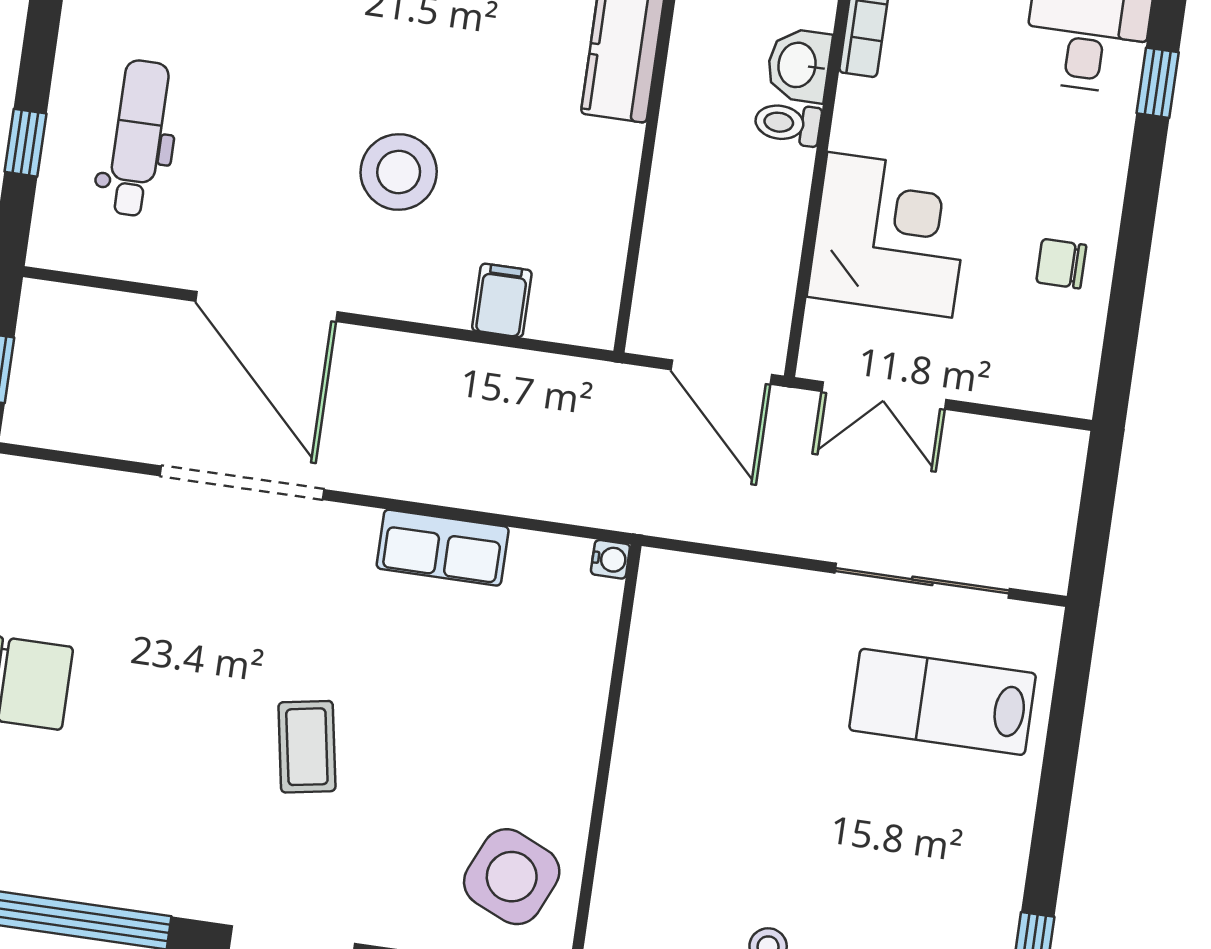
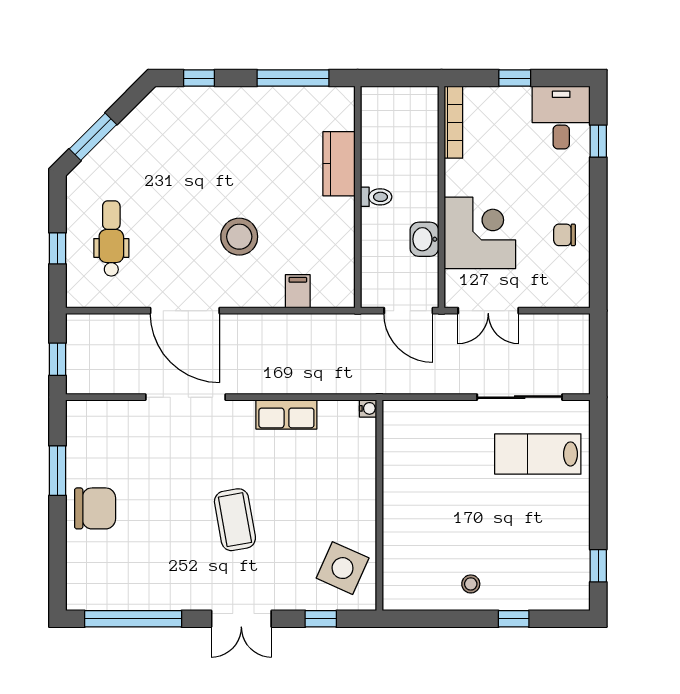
washbasin: (799, 65) -> (424, 239), moved
toilet: (788, 123) -> (376, 197), moved, turned 180
coffee table: (307, 747) -> (235, 520), width x1.36, depth x1.30

